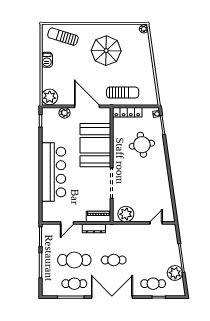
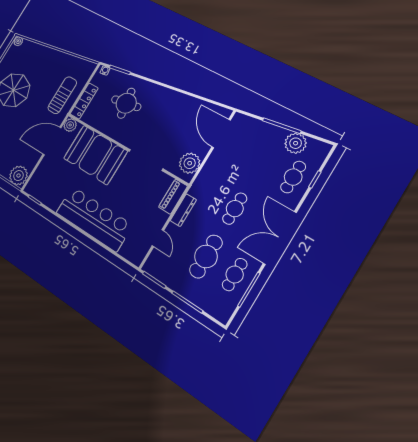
plant: (64, 113) -> (70, 125), moved
door: (156, 223) -> (221, 134), width x1.88

